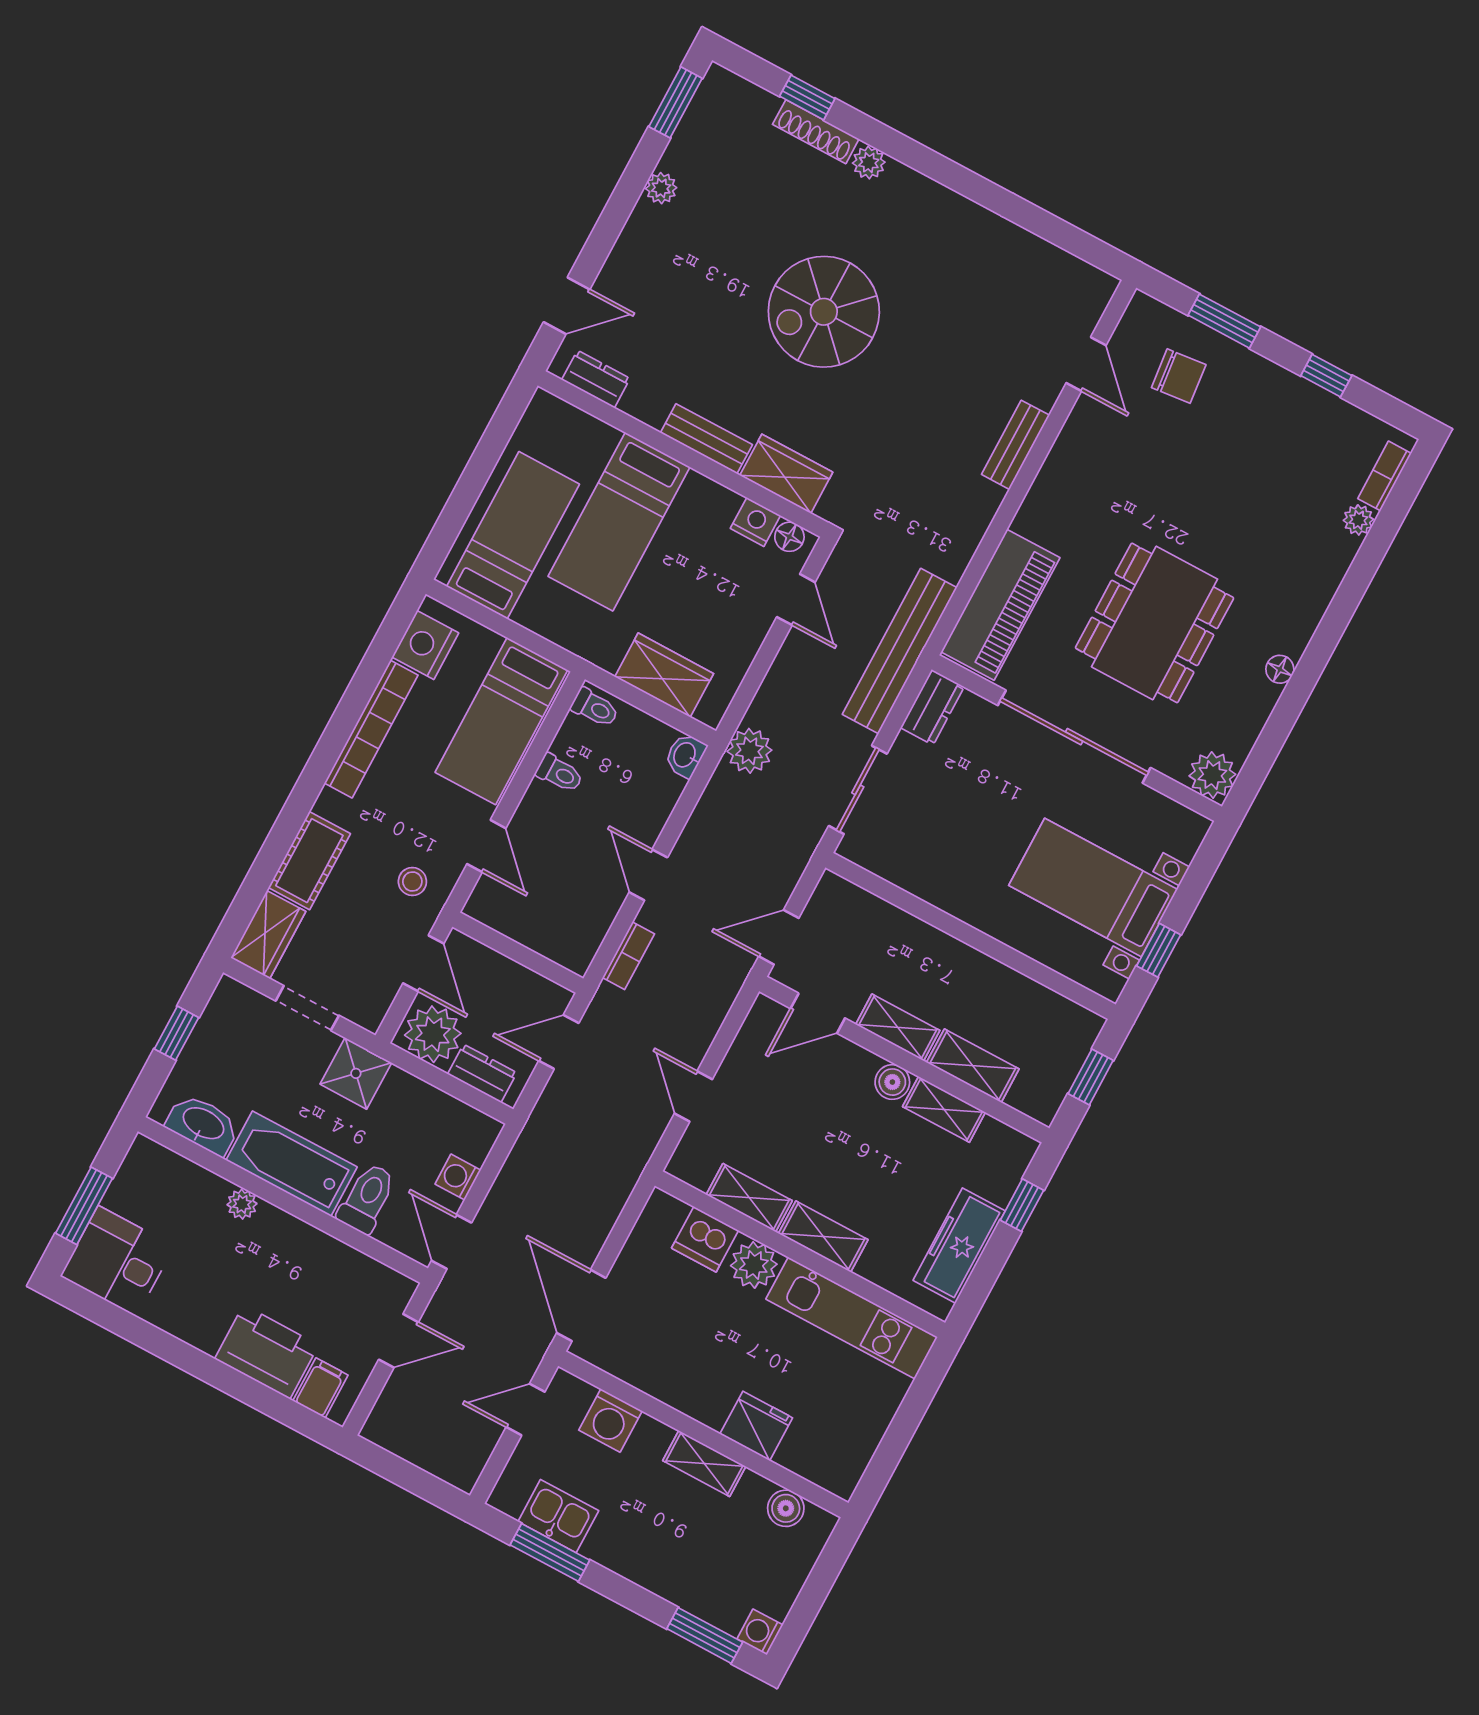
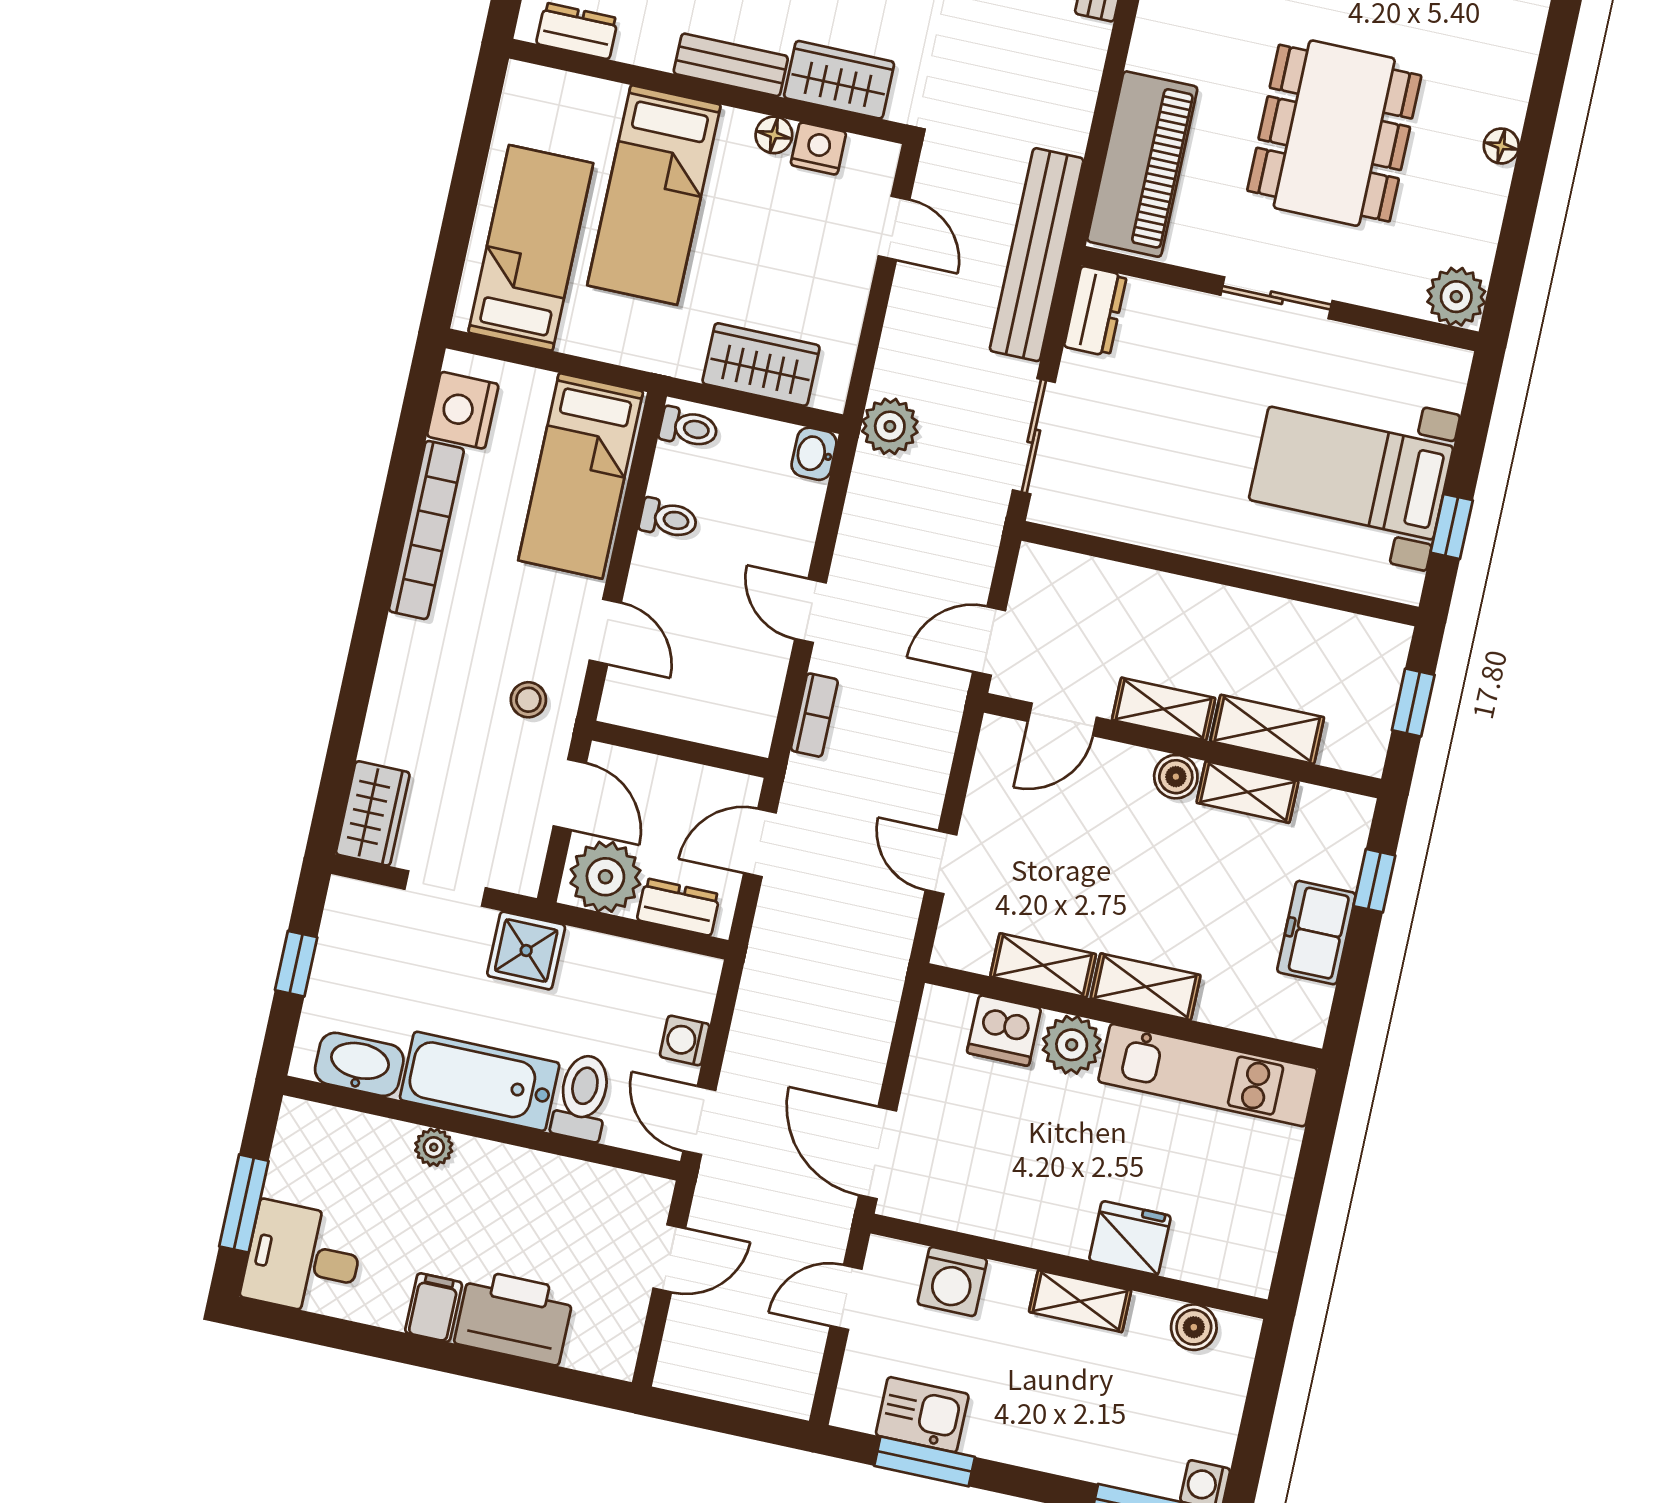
floor lamp: (789, 537) -> (774, 135), moved
sliding door: (1074, 737) -> (1276, 298), width x0.54
cot: (309, 861) -> (397, 710), removed
freezer: (959, 1246) -> (1316, 933), width x0.71
filing cabinet: (320, 1388) -> (434, 1307), moved

